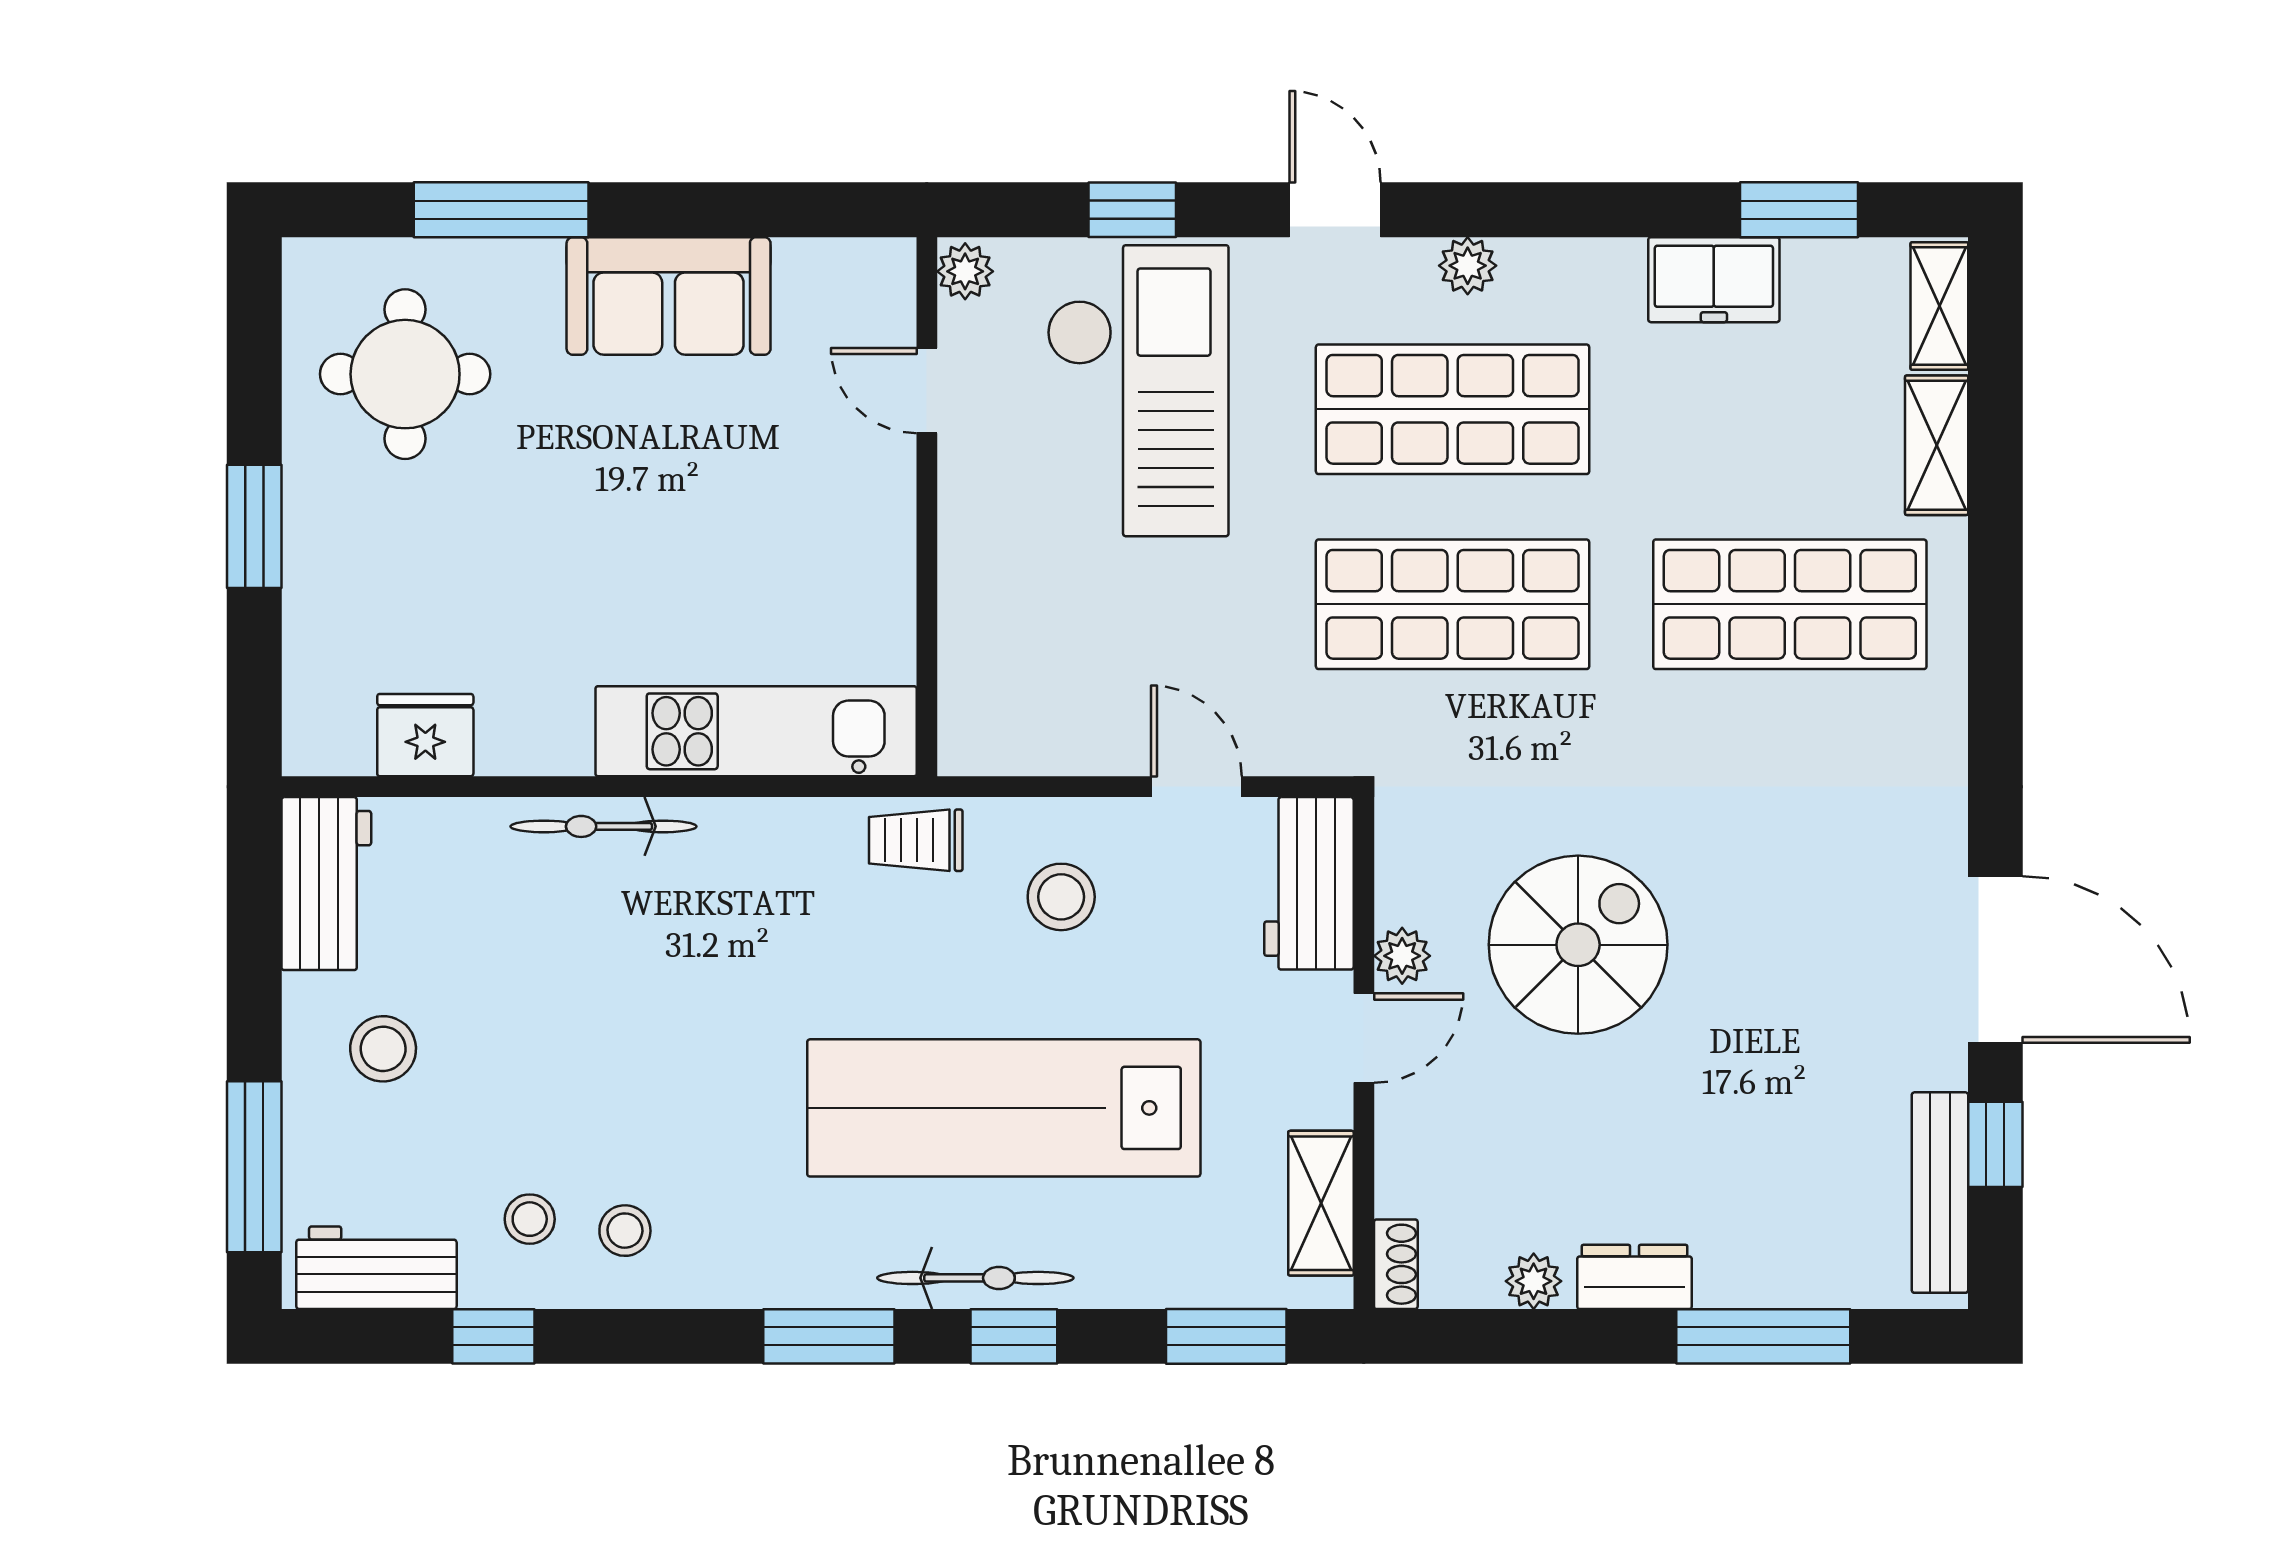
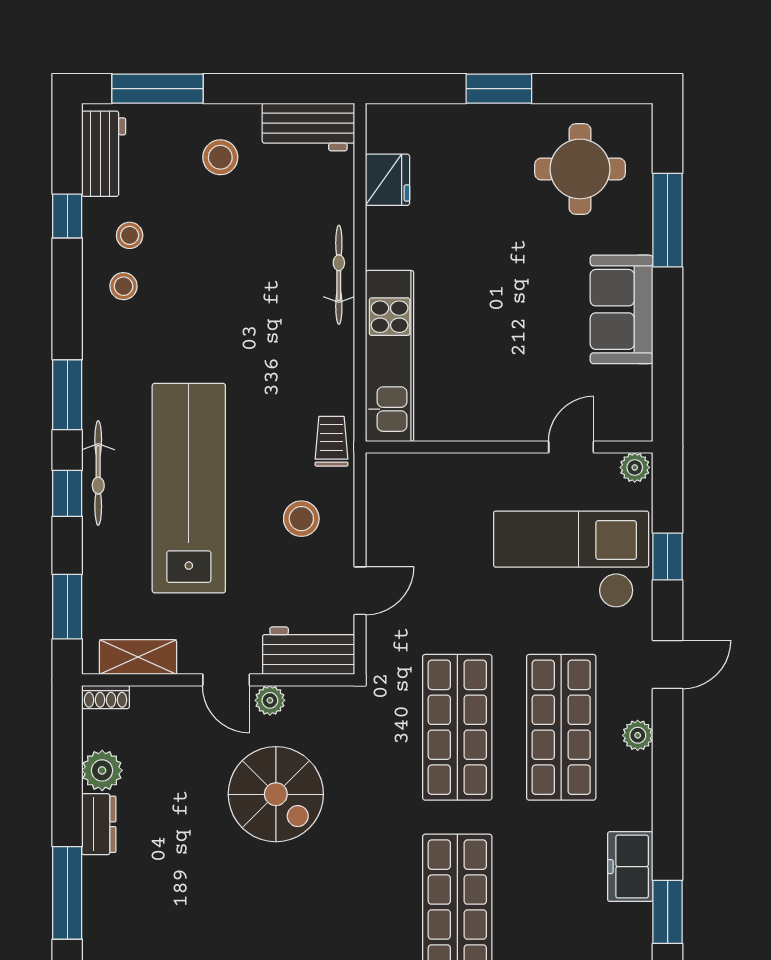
checkout: (1138, 391) -> (571, 559), turned 180
plant: (1534, 1281) -> (102, 770), width x1.38, depth x1.38

